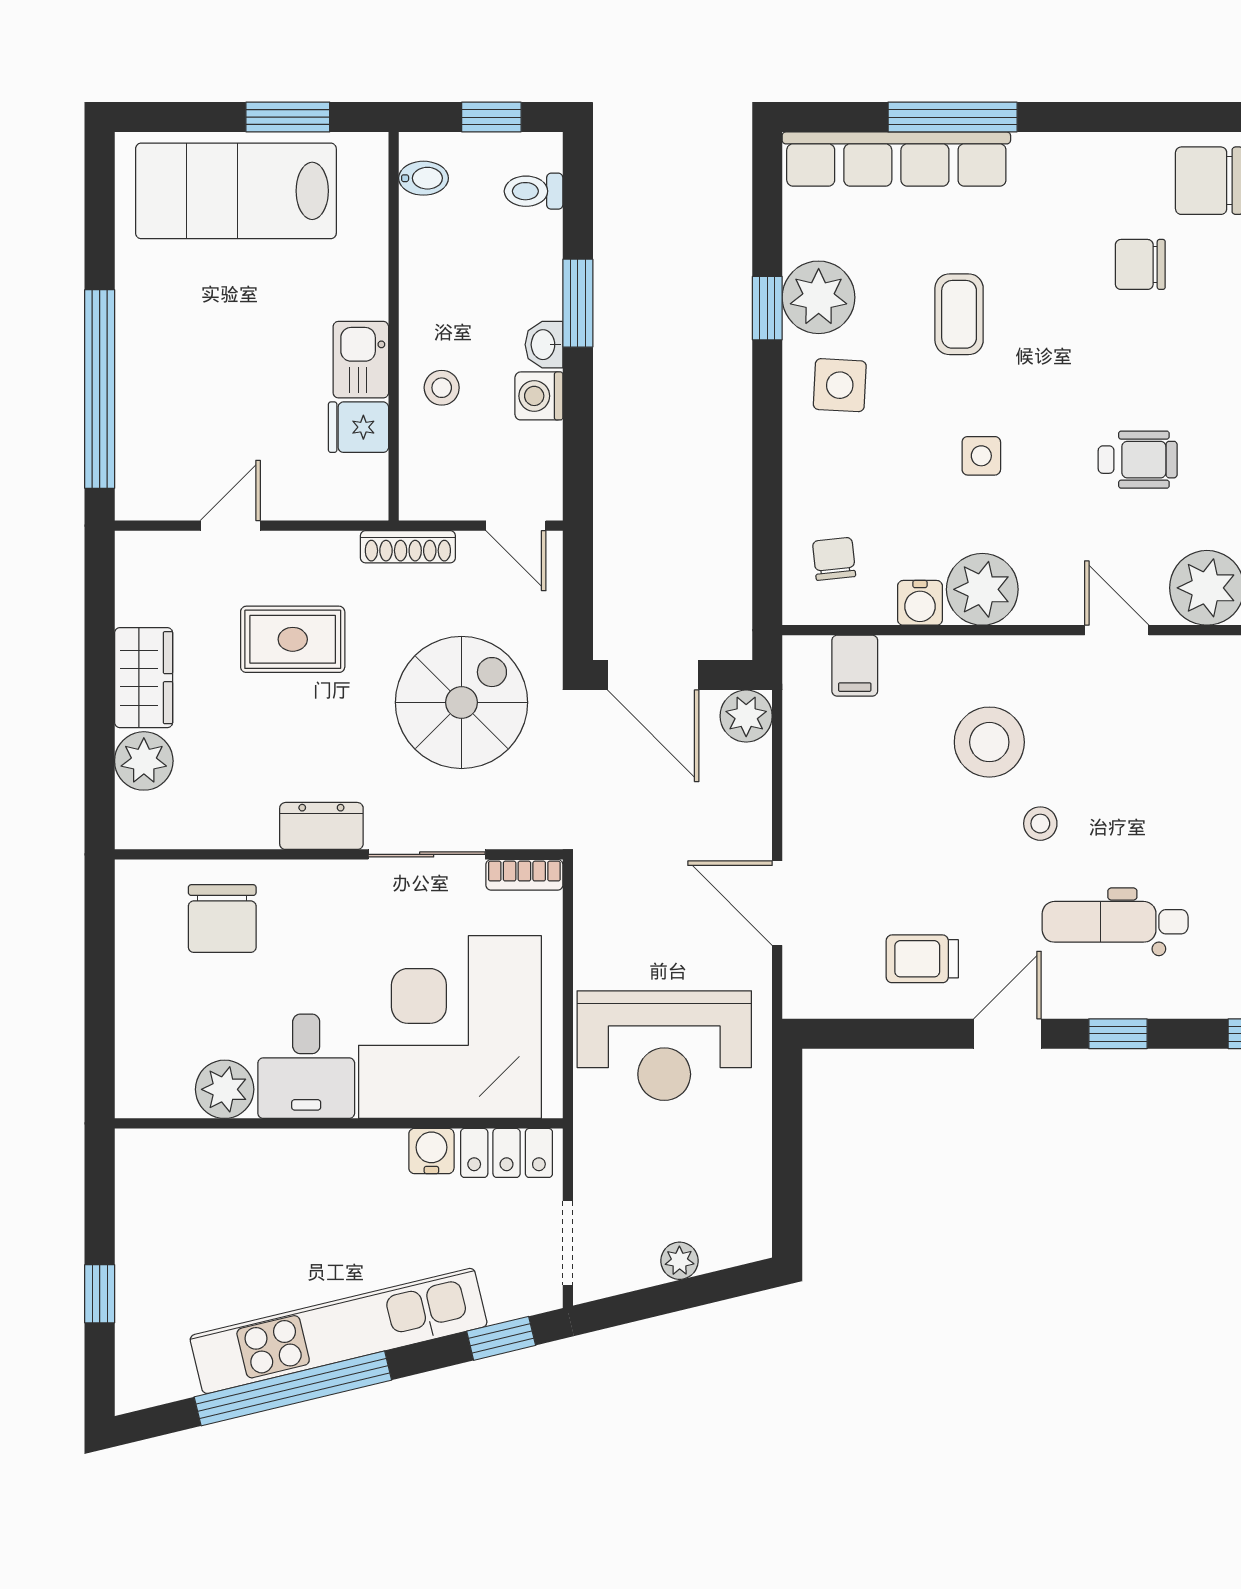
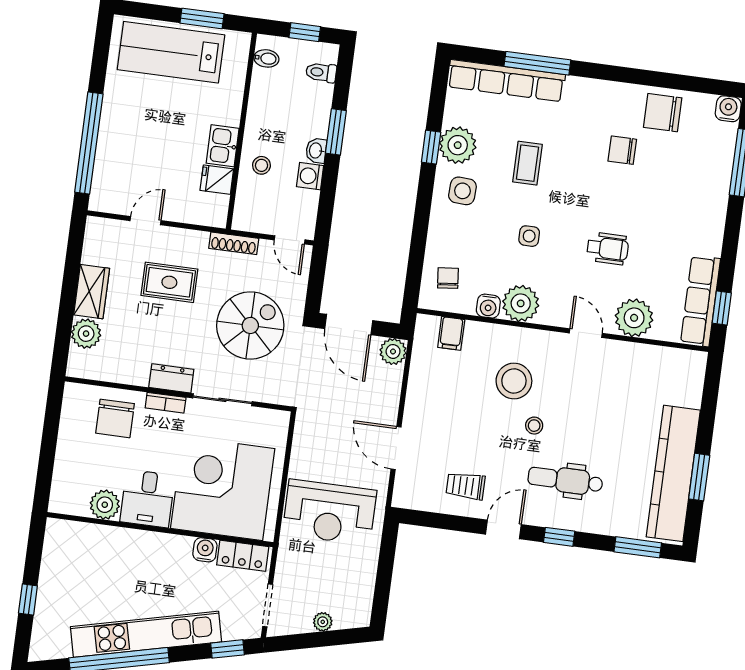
bookcase: (524, 875) -> (166, 403), moved

